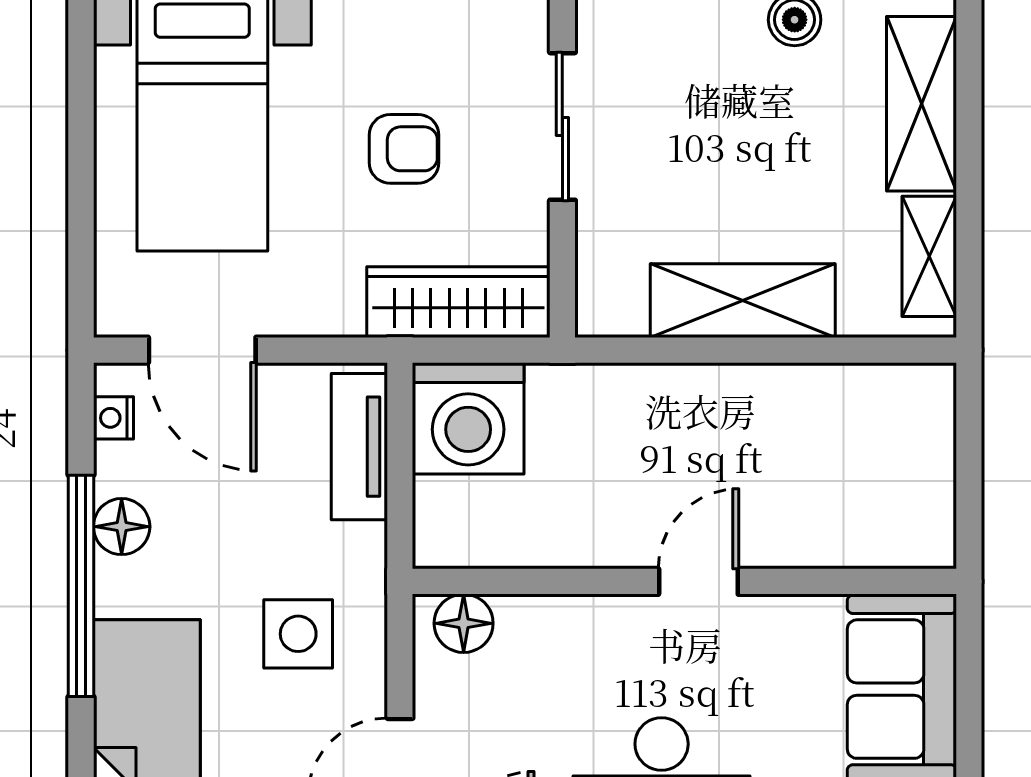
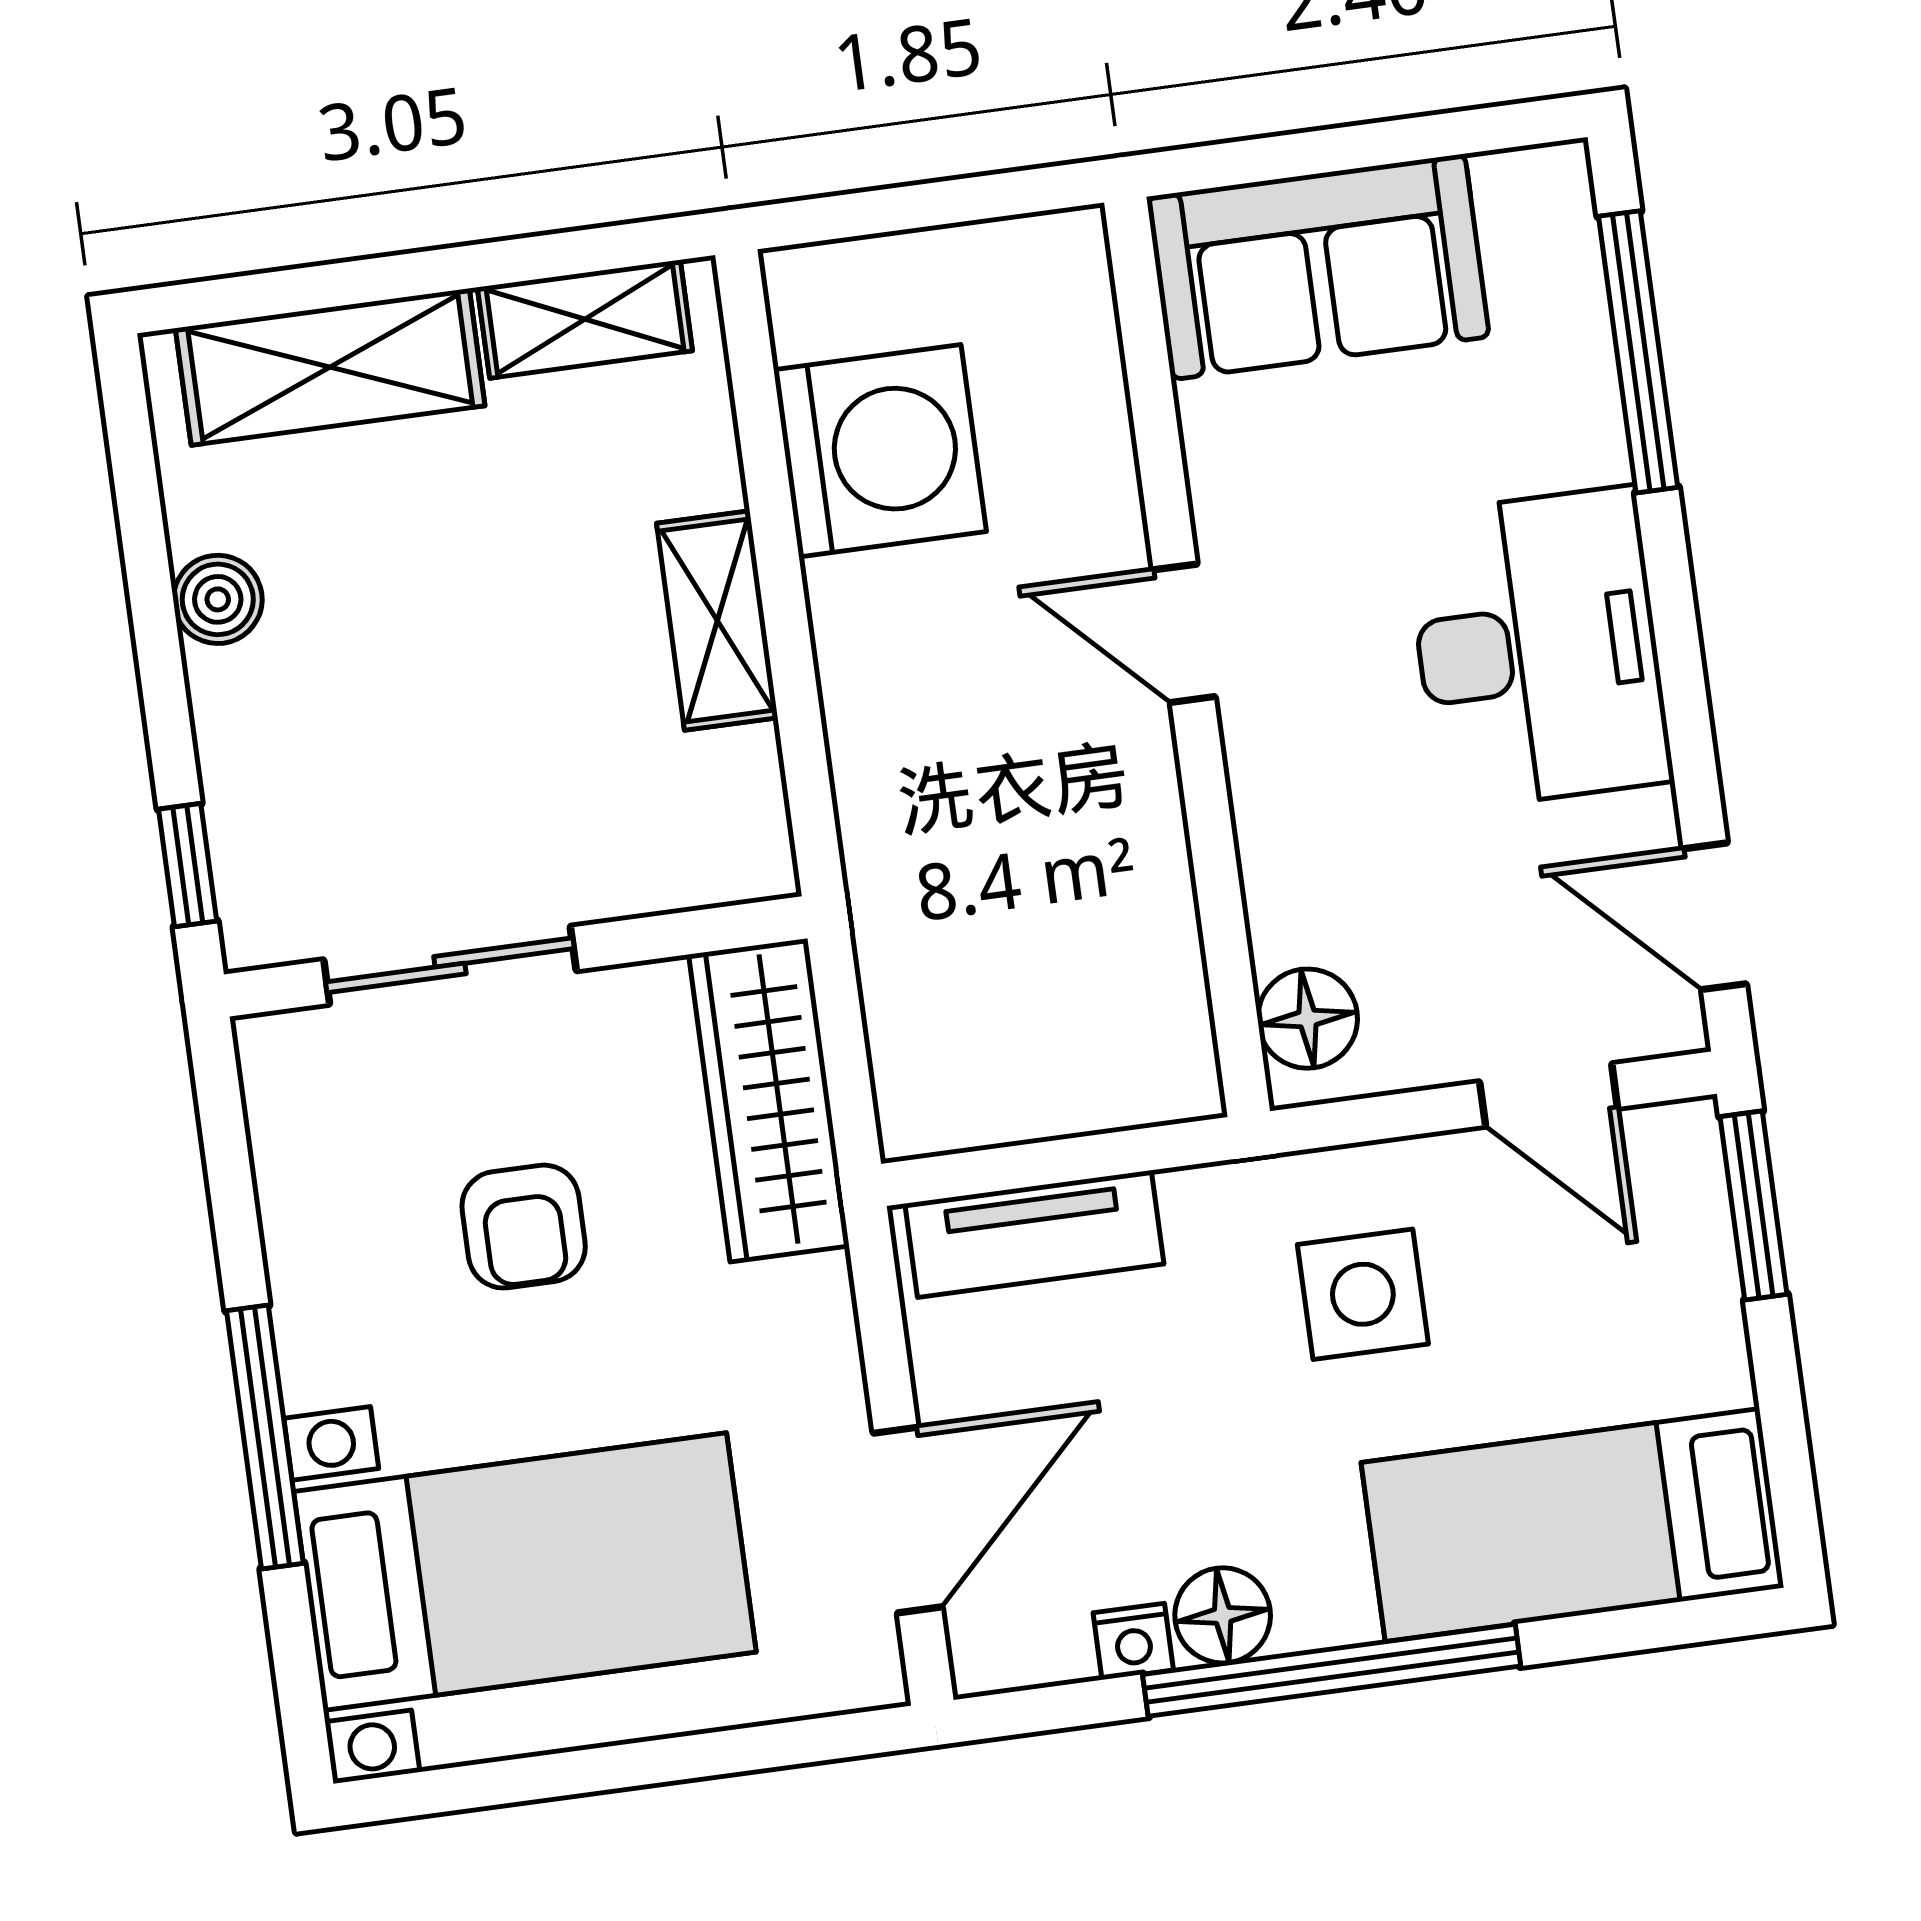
armchair: (404, 149) -> (524, 1227), turned 180
shelving: (743, 301) -> (717, 621), width x0.67, depth x0.75
nightstand: (113, 418) -> (1133, 1641), moved
washing machine: (468, 418) -> (880, 451), moved

